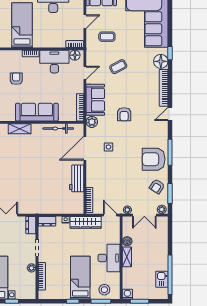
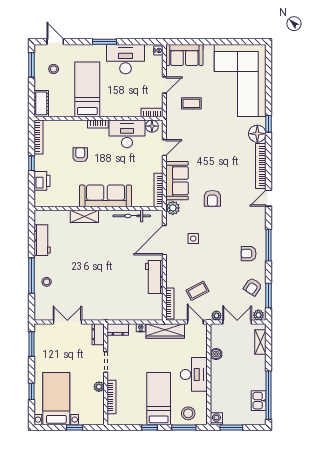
coffee table: (118, 67) -> (197, 291), moved
armchair: (154, 159) -> (249, 254), width x0.53, depth x0.53
double door: (144, 215) -> (237, 322), swing flipped
shelving: (127, 257) -> (260, 342), moved

